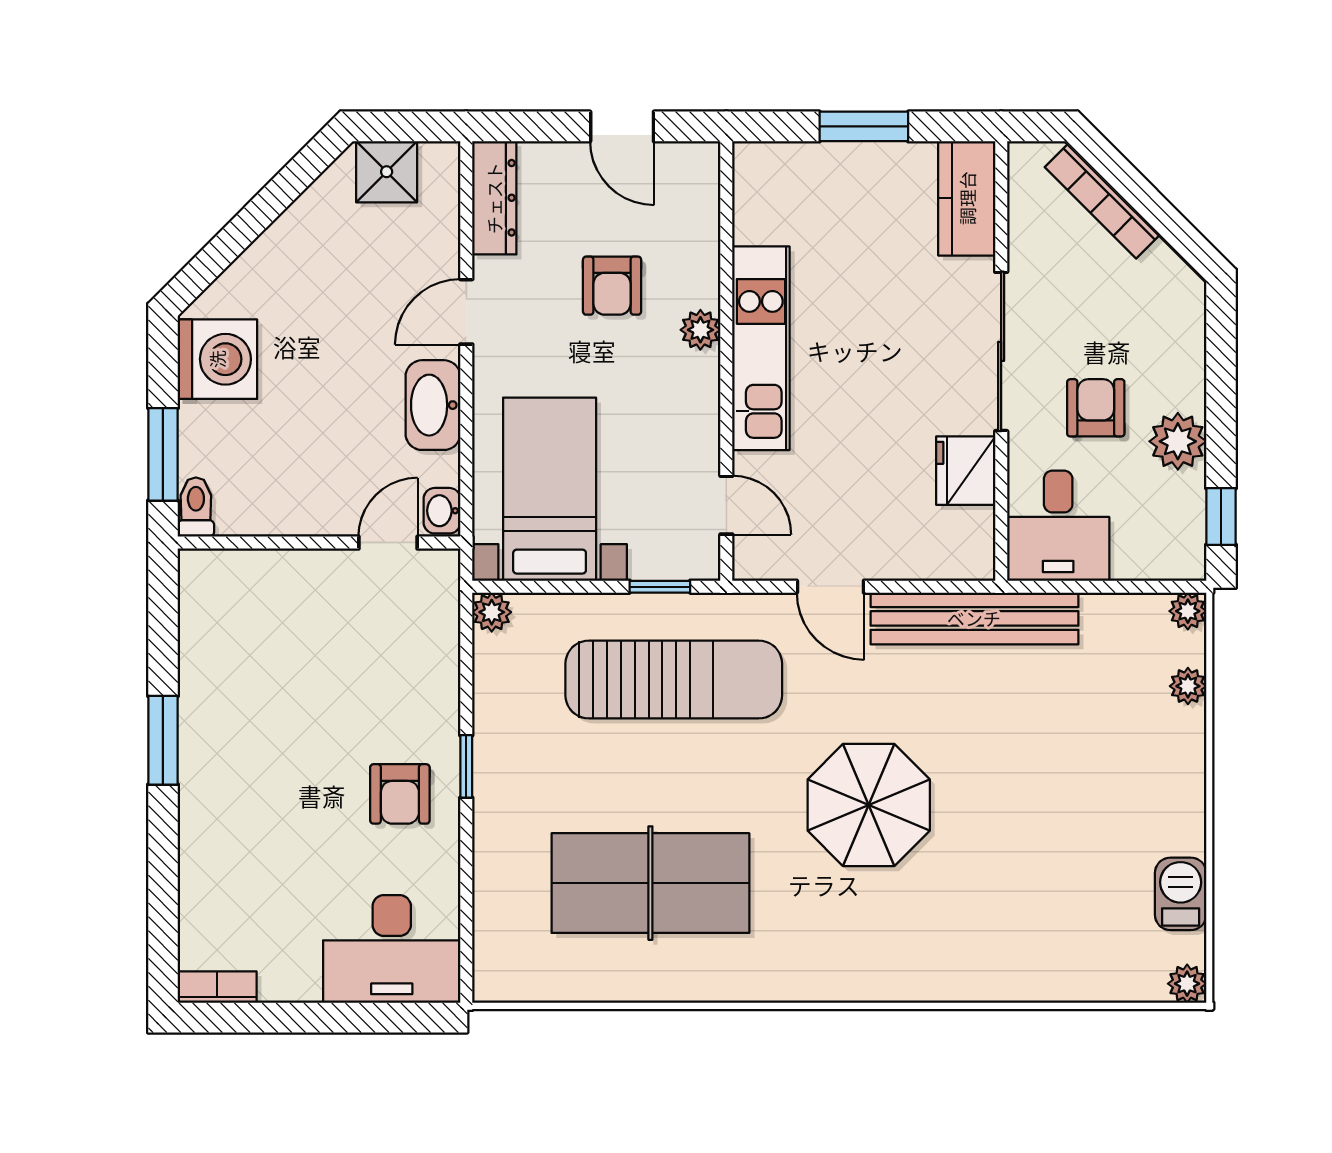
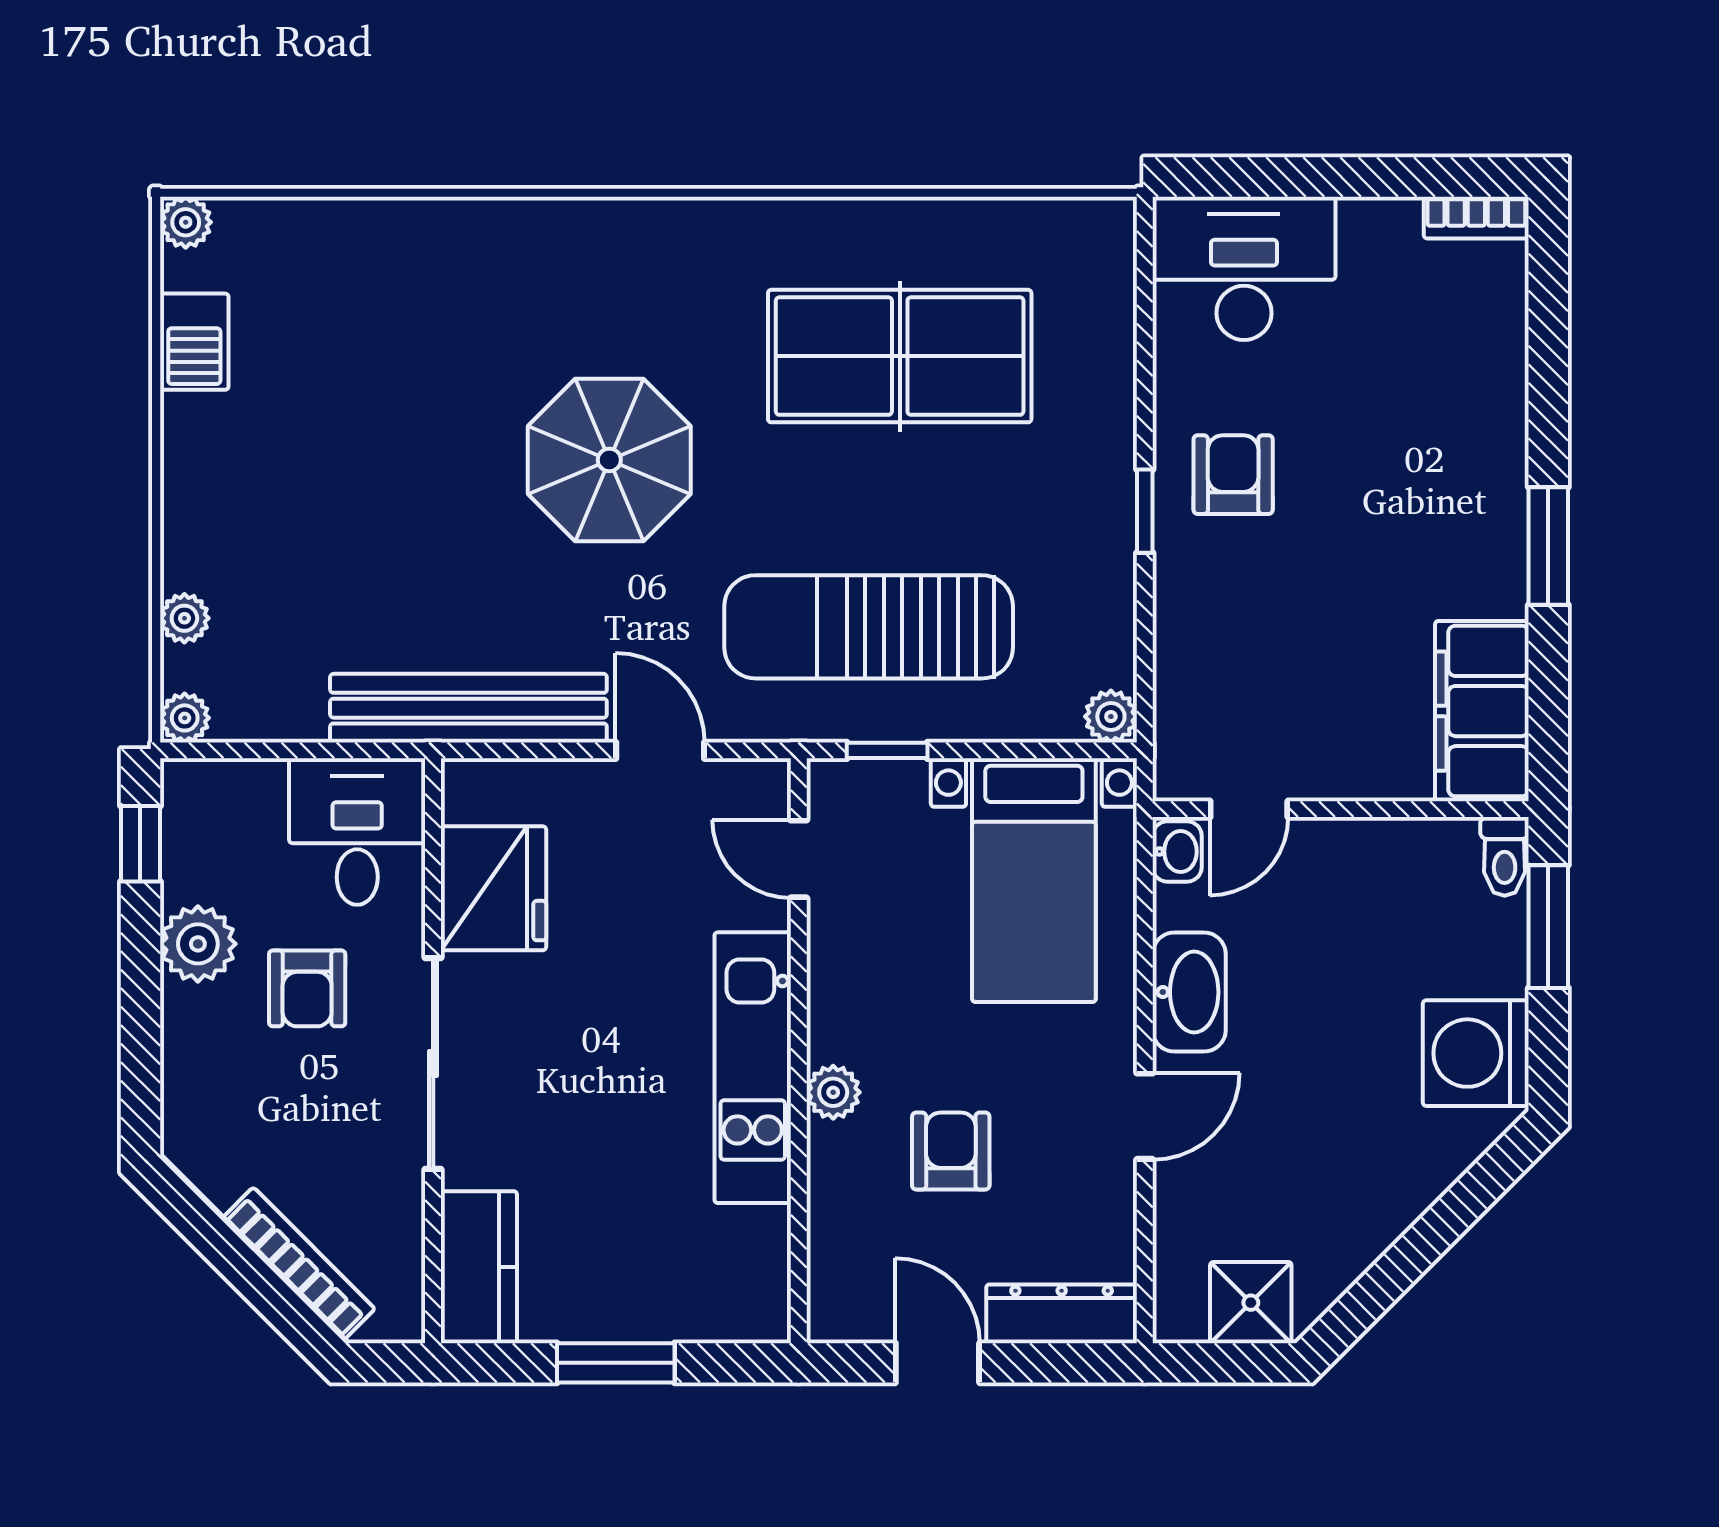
dresser: (494, 198) -> (1062, 1314), moved, turned 90
fridge: (966, 471) -> (493, 888), width x1.36, depth x1.34
filing cabinet: (213, 616) -> (1482, 711), added

